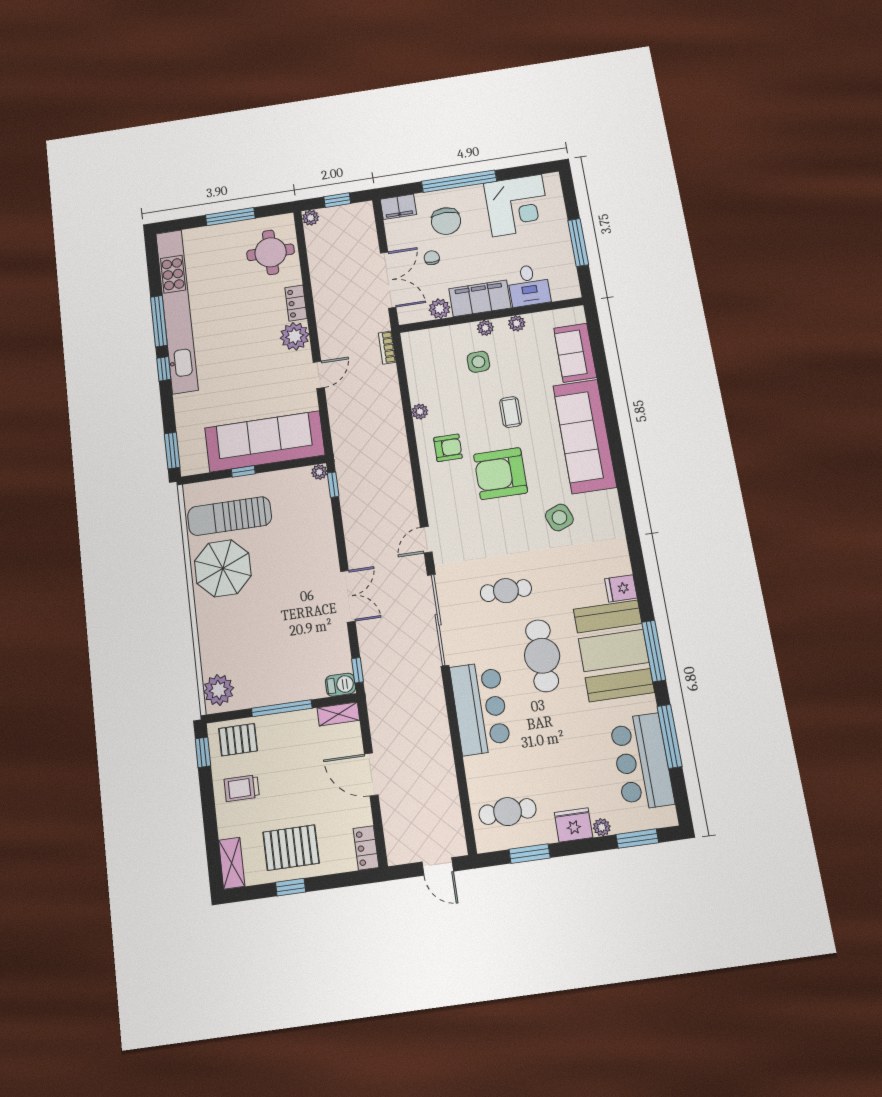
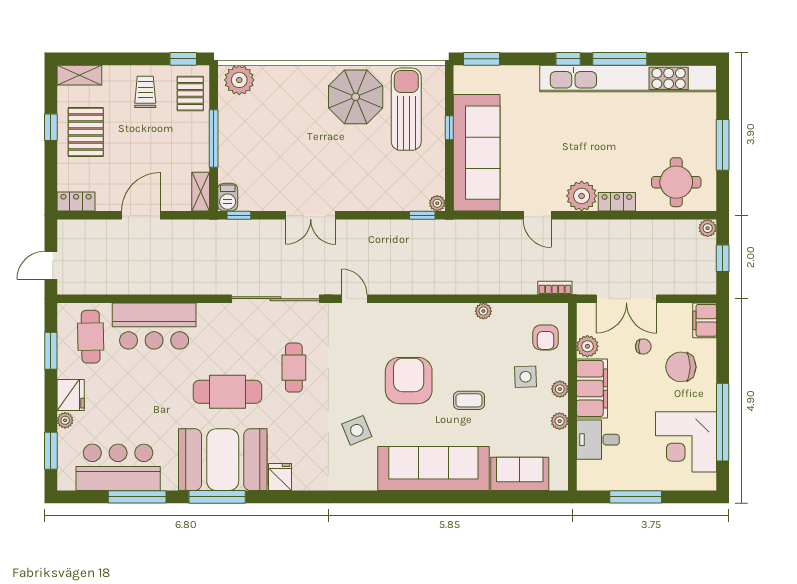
window: (459, 181) -> (723, 422), moved
armchair: (448, 448) -> (546, 337), moved
bar counter: (480, 708) -> (154, 326), moved

